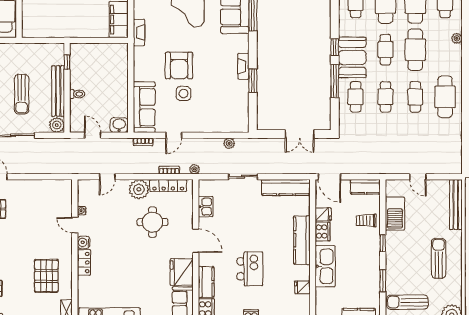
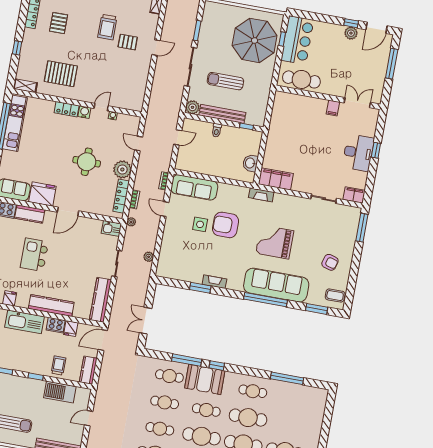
washbasin: (119, 125) -> (250, 163), moved, turned 180
kitchen sink: (206, 207) -> (111, 229), moved
round table: (152, 222) -> (87, 162), moved
kitchen island: (250, 269) -> (34, 255), turned 90

